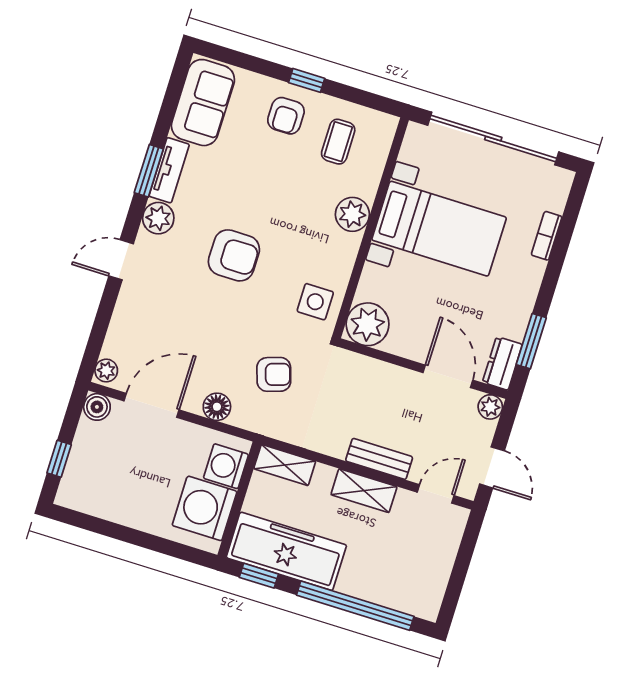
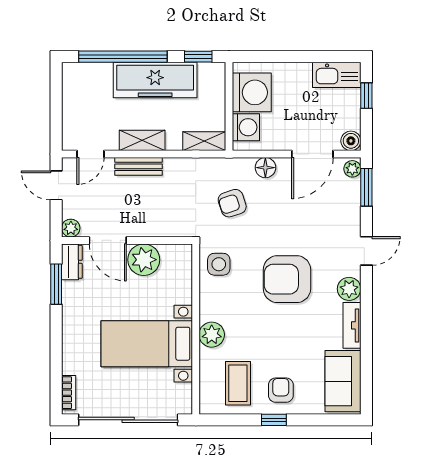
coffee table: (338, 142) -> (238, 383), width x1.36, depth x1.30
window: (149, 171) -> (366, 187), moved
bookcase: (547, 236) -> (69, 393), moved
armchair: (234, 255) -> (287, 279), width x1.36, depth x1.36
plant: (368, 324) -> (144, 260), moved
kitchen sink: (89, 497) -> (337, 75), added
freezer: (286, 551) -> (155, 80), moved

